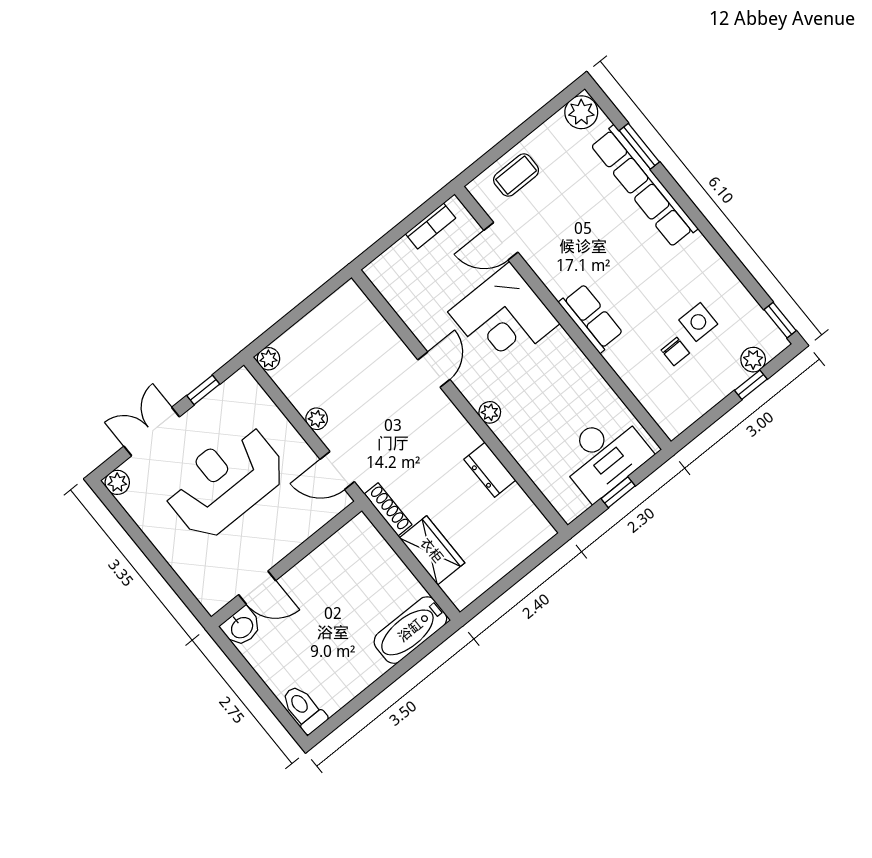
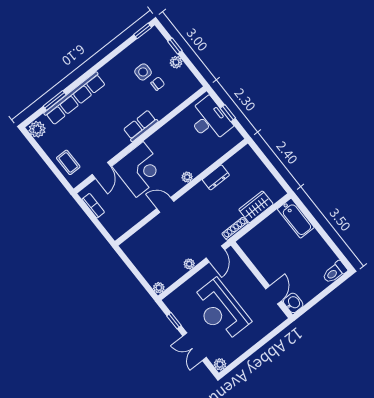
plant: (753, 360) -> (176, 62), moved

